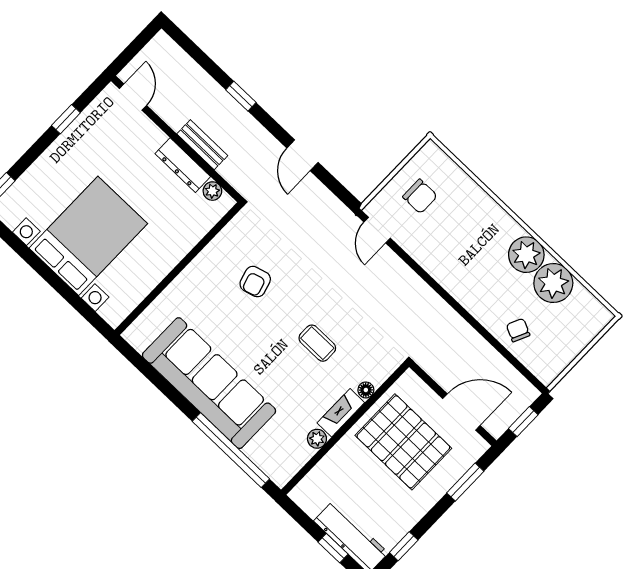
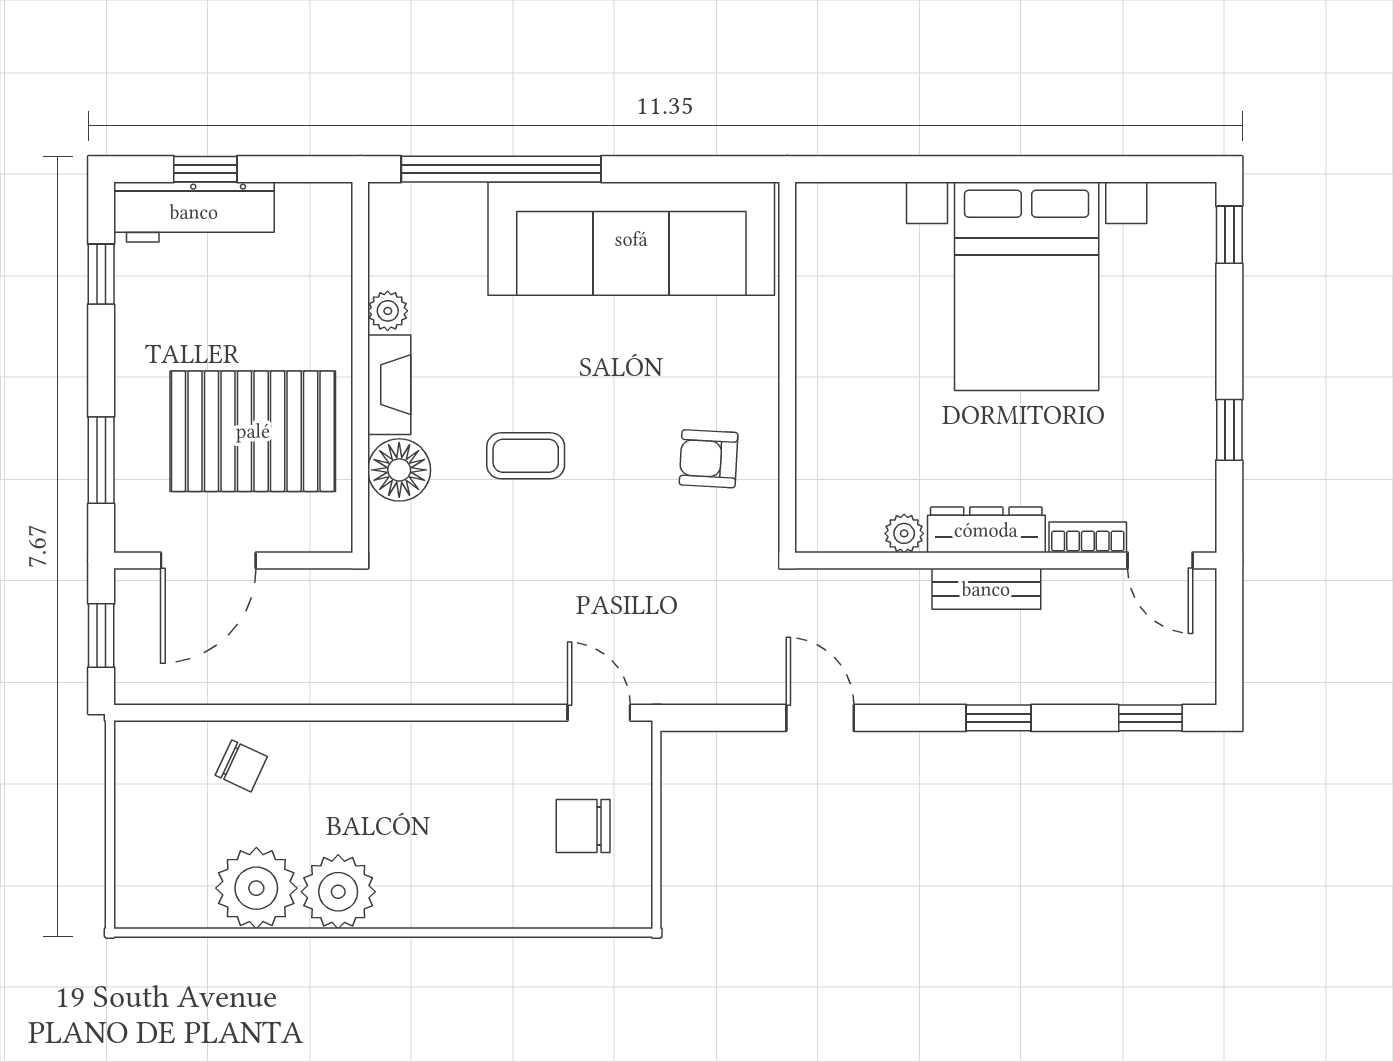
window: (188, 46) -> (1150, 718), added
bookcase: (150, 129) -> (1088, 537), added
wall: (178, 269) -> (787, 367), moved
armchair: (255, 282) -> (709, 459), turned -71
floor lamp: (366, 390) -> (399, 470), width x1.89, depth x1.89

